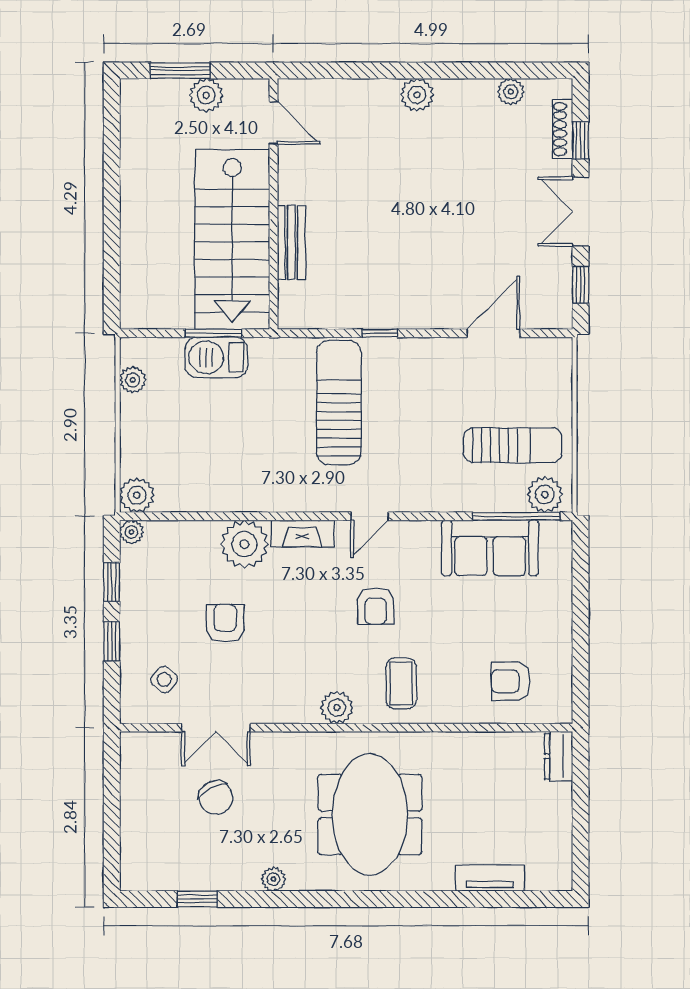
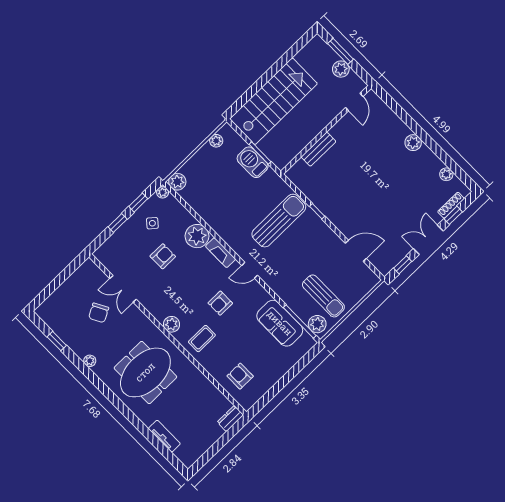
stairs: (232, 240) -> (274, 101), moved, turned 180
side table: (164, 680) -> (152, 223), moved

